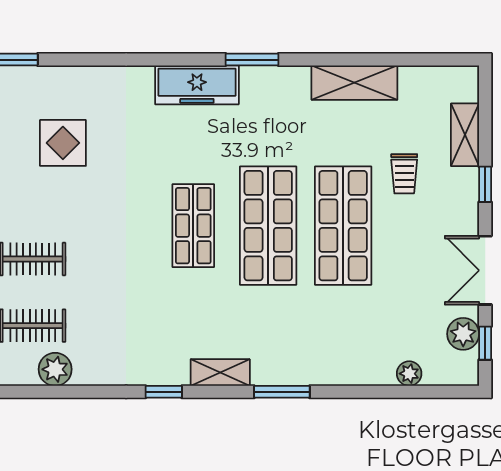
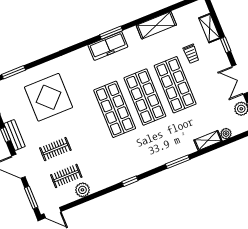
freezer: (197, 85) -> (108, 46), moved
display table: (63, 143) -> (49, 97), width x1.86, depth x1.86
shop shelf: (193, 226) -> (115, 109), width x1.43, depth x1.36
shelving: (220, 373) -> (208, 140), moved

